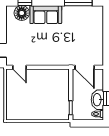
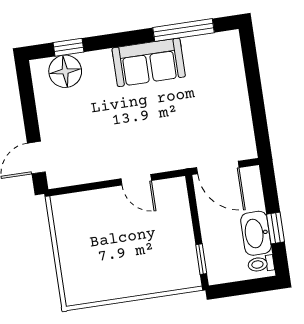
sofa: (46, 15) -> (149, 62), moved
door: (20, 67) -> (136, 180), moved

